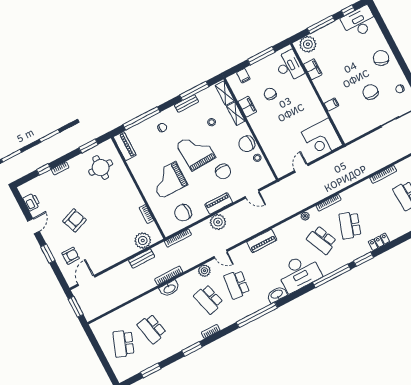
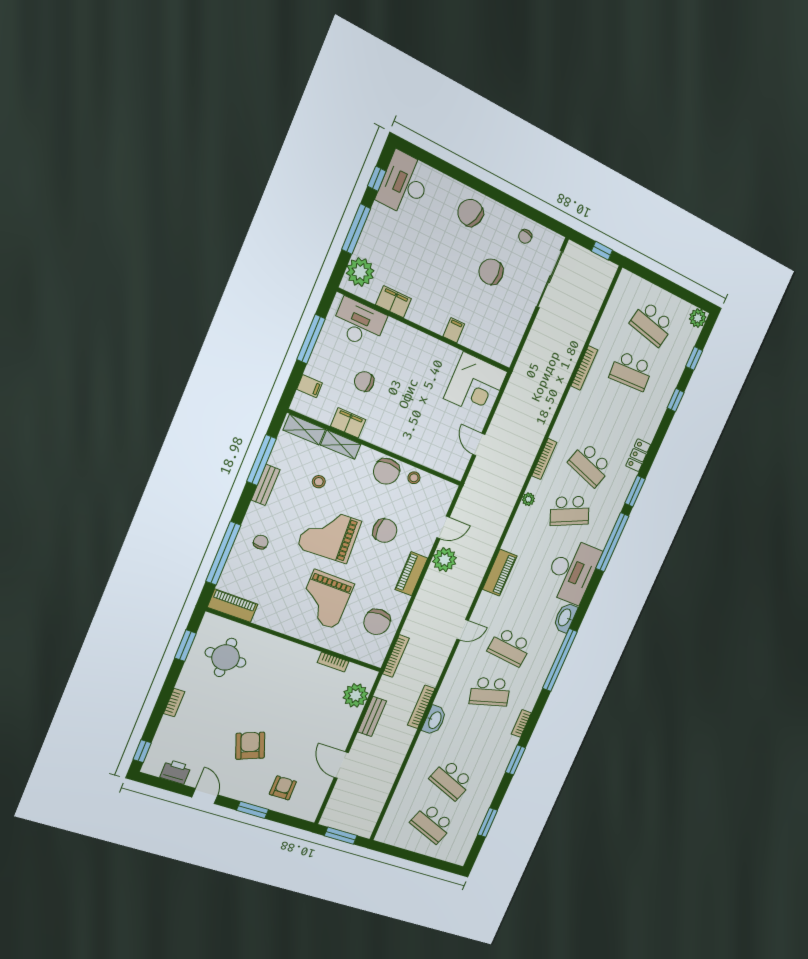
window: (44, 169) -> (142, 751), moved
plant: (218, 222) -> (445, 560), moved
plant: (204, 271) -> (459, 665), removed
door: (86, 281) -> (341, 765), moved
school desk: (152, 329) -> (451, 780), turned 33

